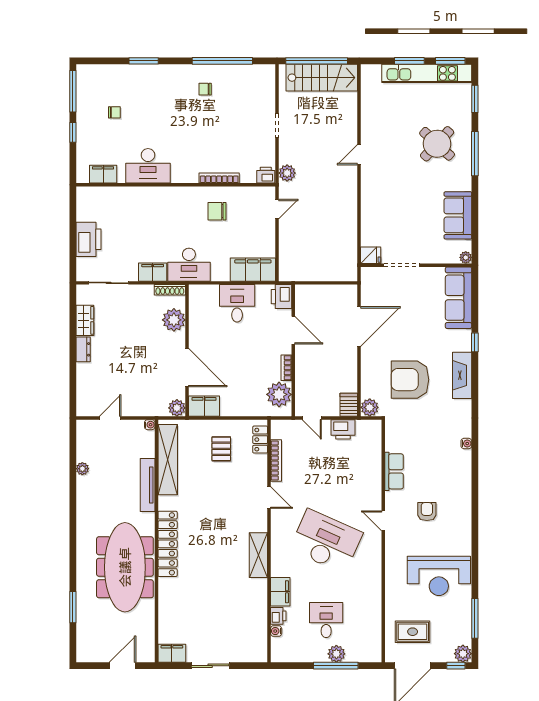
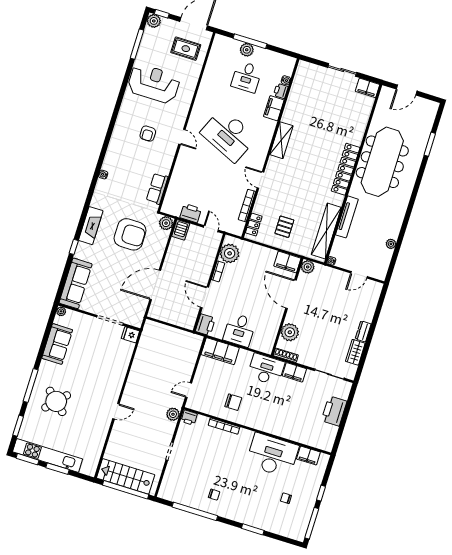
desk: (148, 166) -> (272, 455), width x1.36, depth x1.30
row of seats: (394, 471) -> (157, 189), moved

